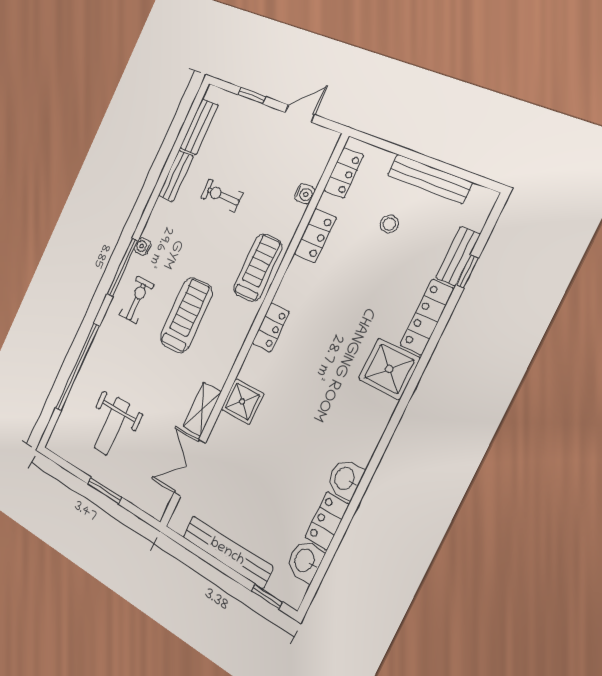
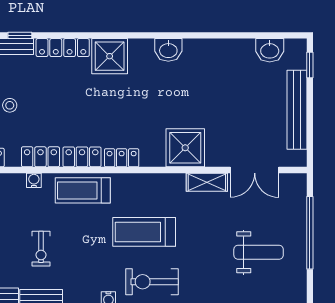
water cooler: (305, 194) -> (34, 180), moved
exercise bike: (137, 300) -> (152, 282), width x1.38, depth x1.39
shower: (242, 401) -> (185, 148), width x1.36, depth x1.36
washbasin: (345, 479) -> (168, 50), moved
window: (104, 490) -> (310, 233), width x2.11
locker: (327, 521) -> (82, 157), moved, turned 180

